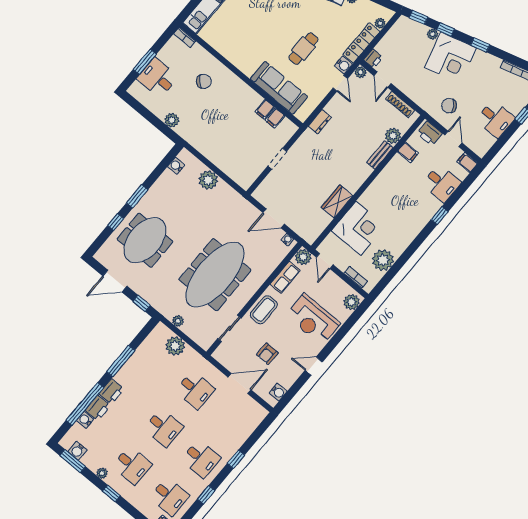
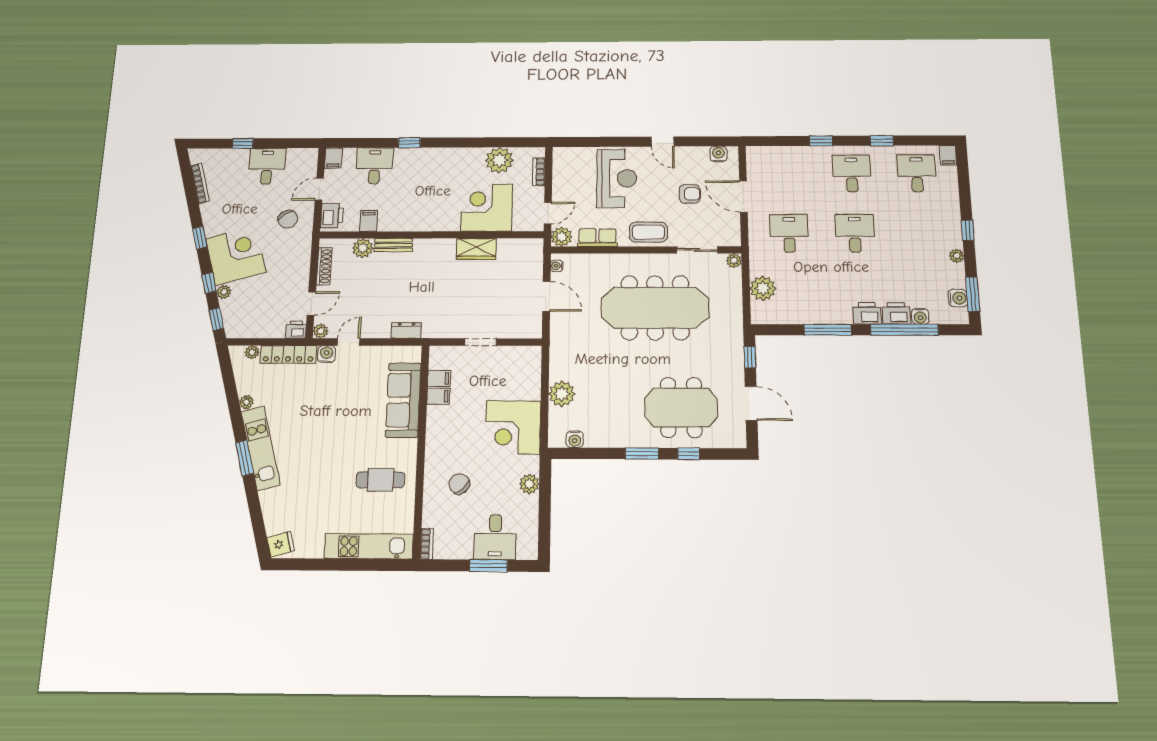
cafe table: (303, 49) -> (380, 480), moved
corner desk: (211, 137) -> (513, 427), added
plant: (352, 302) -> (567, 156), removed
plant: (178, 321) -> (734, 260), moved
desk: (132, 465) -> (921, 233), removed

